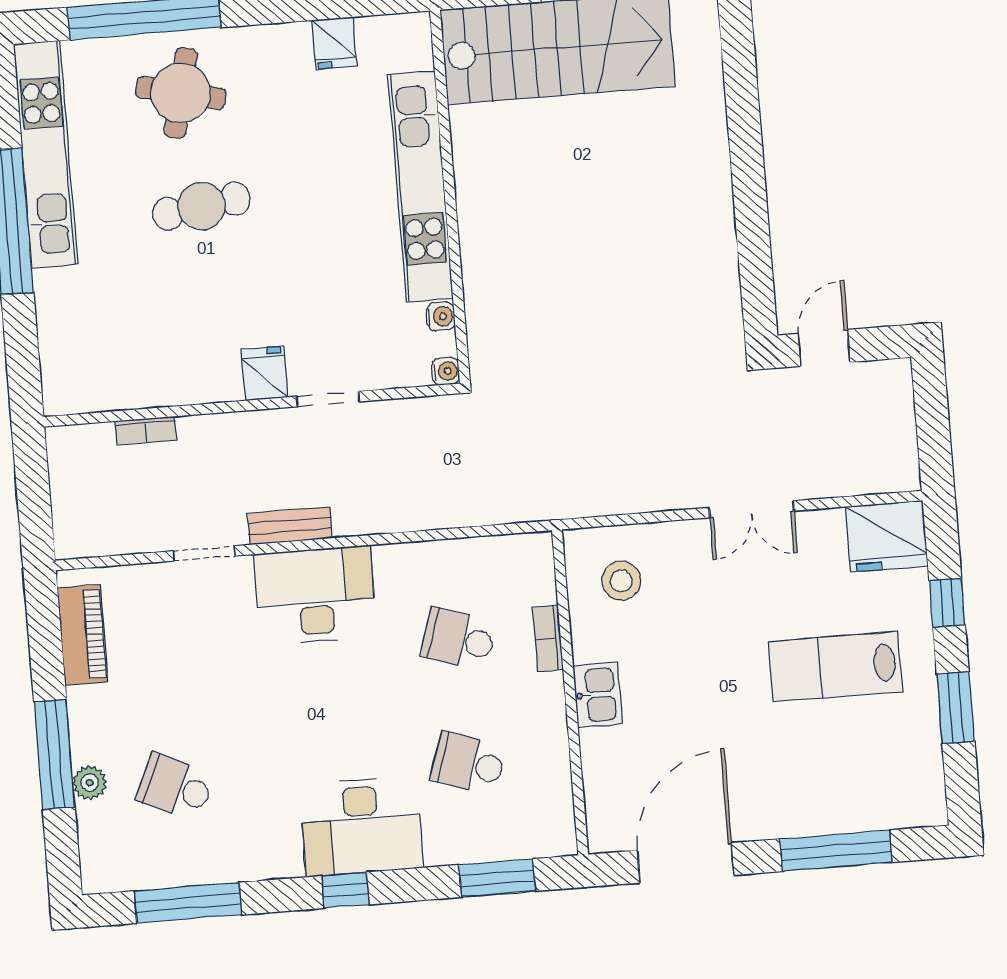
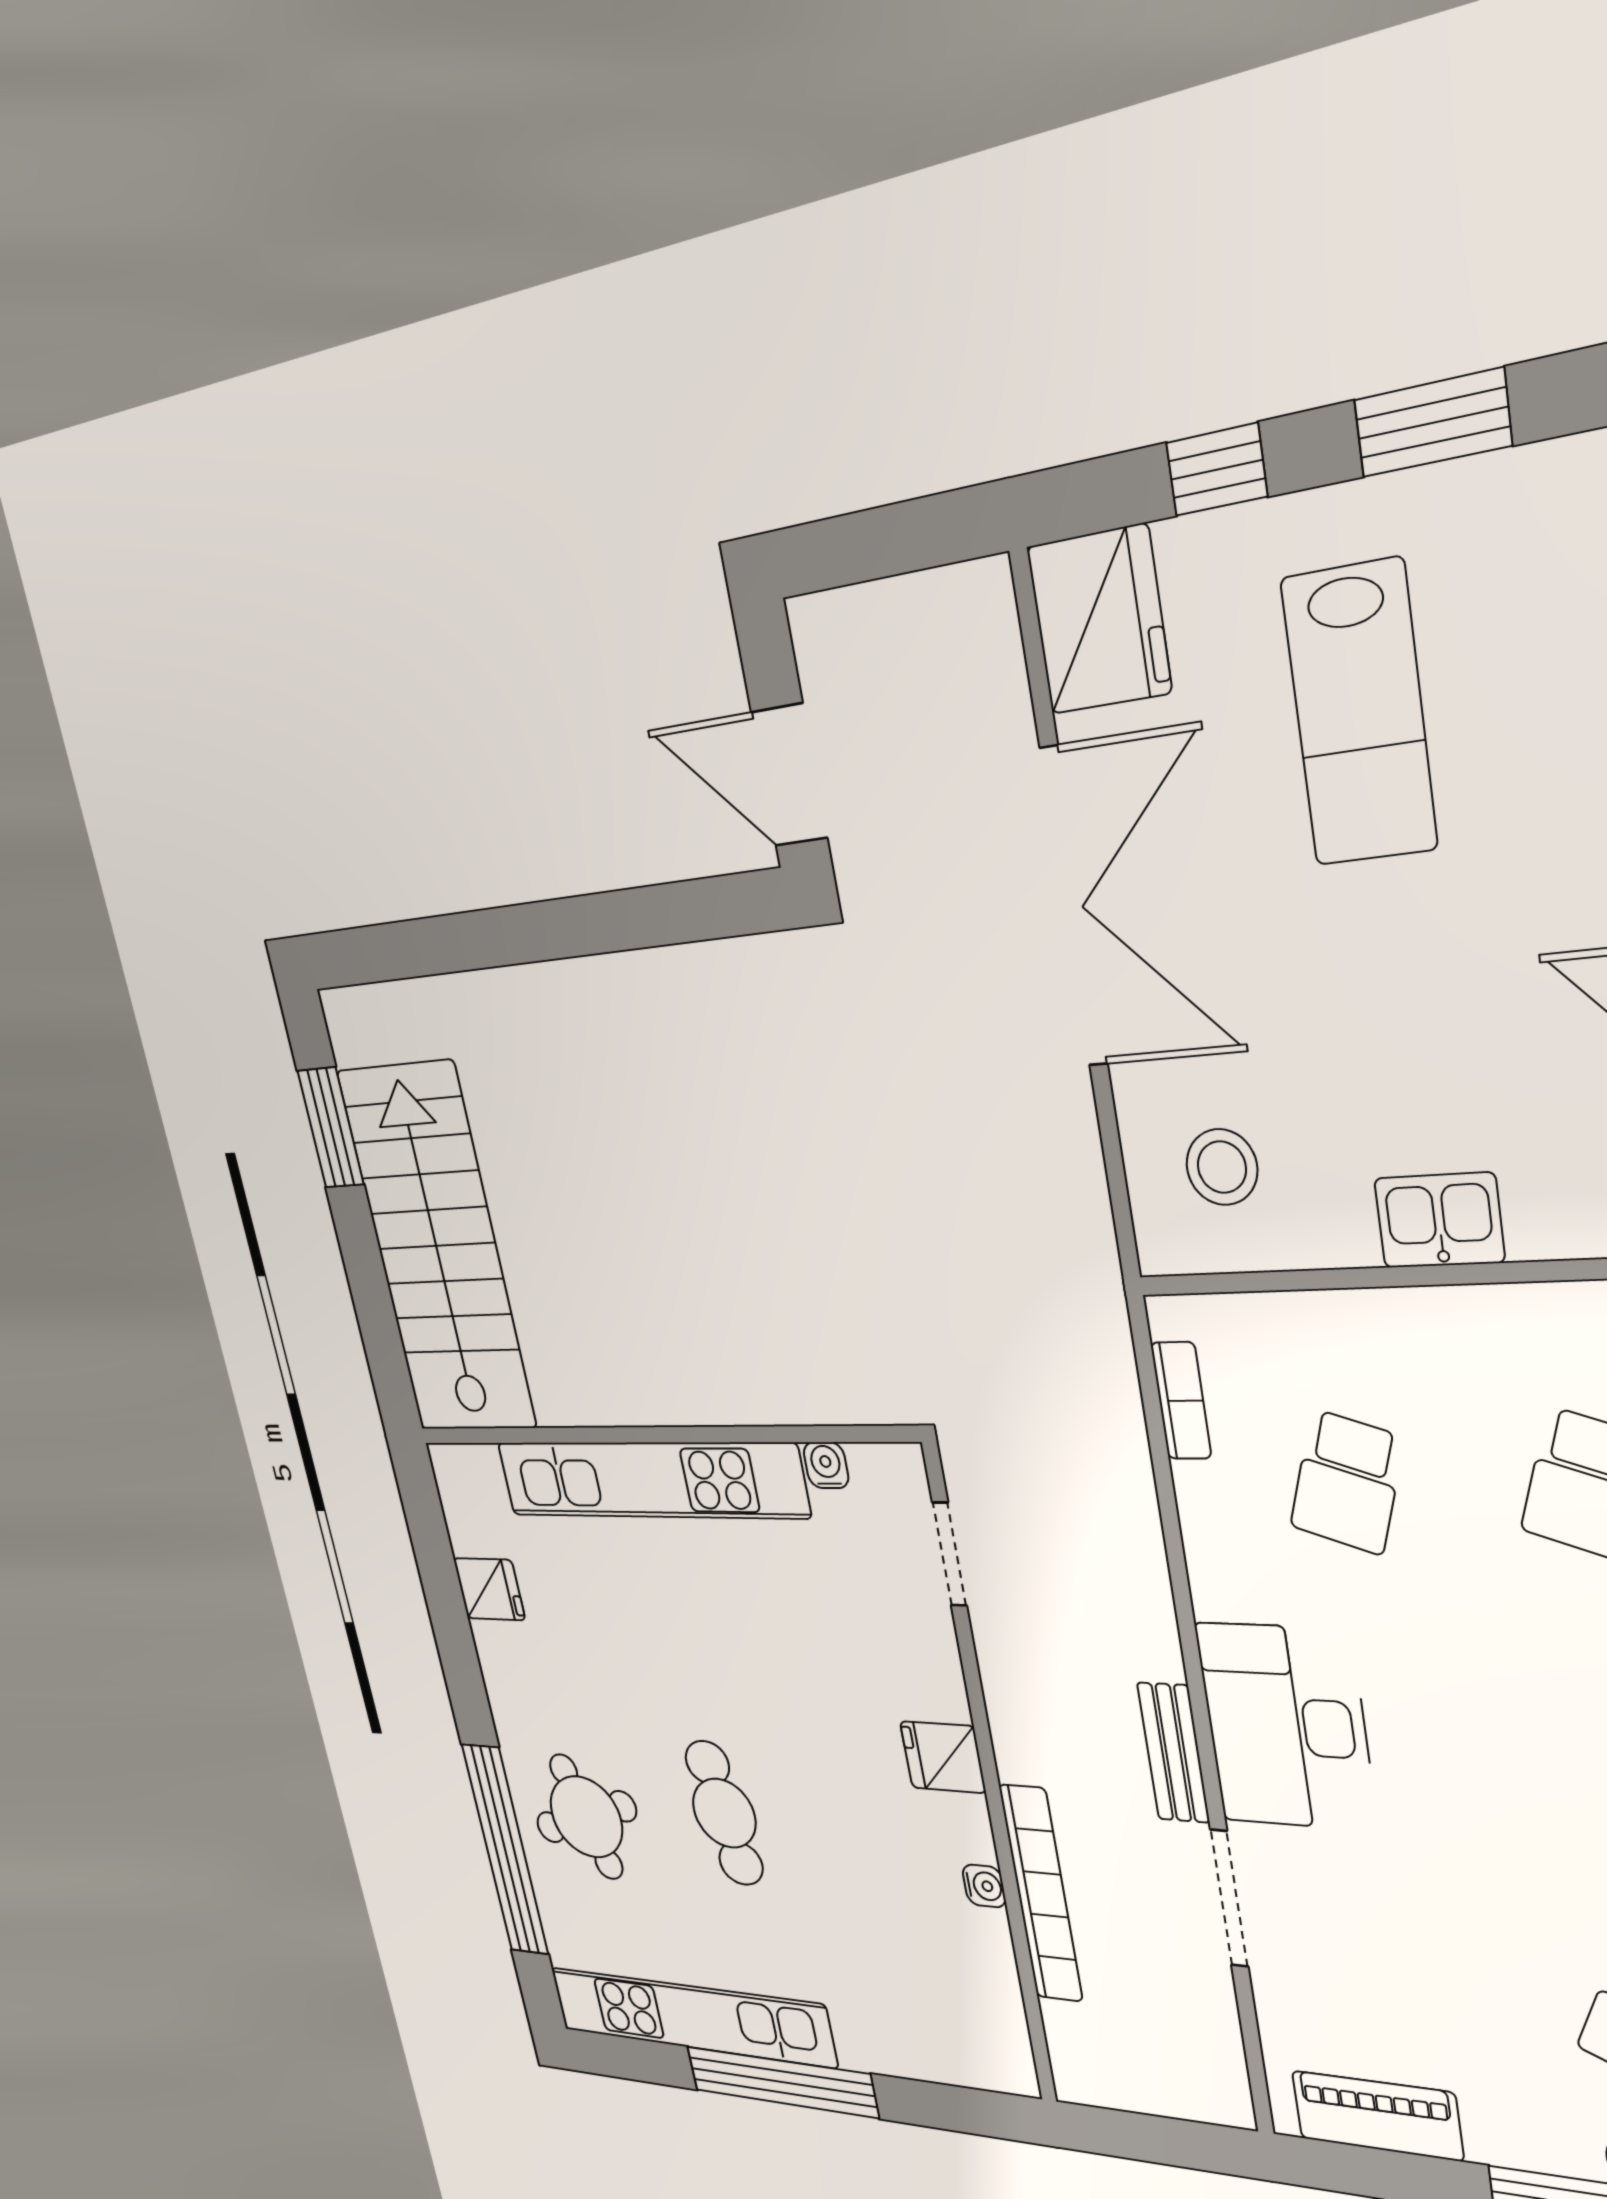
round table: (181, 93) -> (586, 1817), turned -30
door: (824, 348) -> (789, 775), width x1.38
water cooler: (446, 371) -> (984, 1886), moved, turned 90
doorway: (328, 399) -> (950, 1554), moved
bookcase: (146, 430) -> (1041, 1894), width x2.31, depth x1.31
double door: (752, 509) -> (1074, 908), width x1.87
doorway: (204, 553) -> (1229, 1899), width x1.38
bookcase: (548, 639) -> (1181, 1401), moved, turned -90

